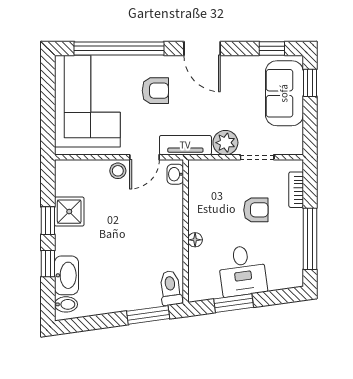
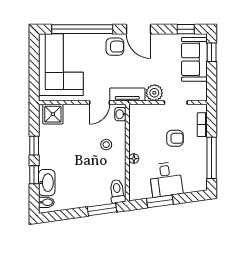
armchair: (155, 91) -> (115, 47), moved
stool: (118, 171) -> (106, 145), moved
shower: (69, 212) -> (53, 114), moved

